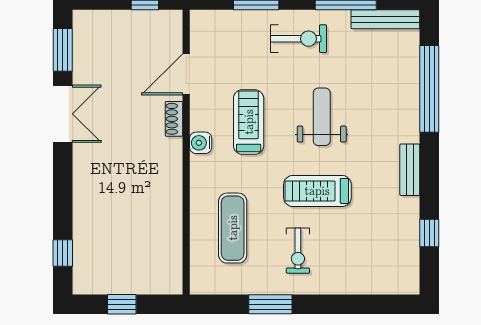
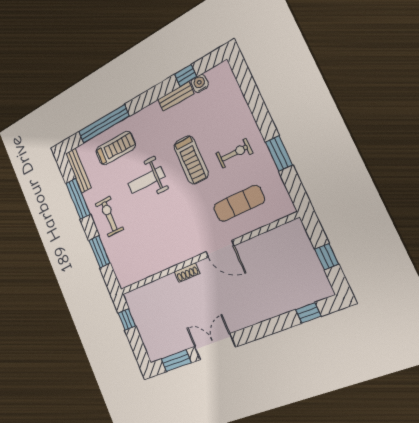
door: (186, 74) -> (220, 249), moved
treadmill: (249, 122) -> (116, 148), moved, turned 180
water cooler: (201, 143) -> (200, 83), moved, turned 180
bench: (410, 170) -> (176, 96), moved

